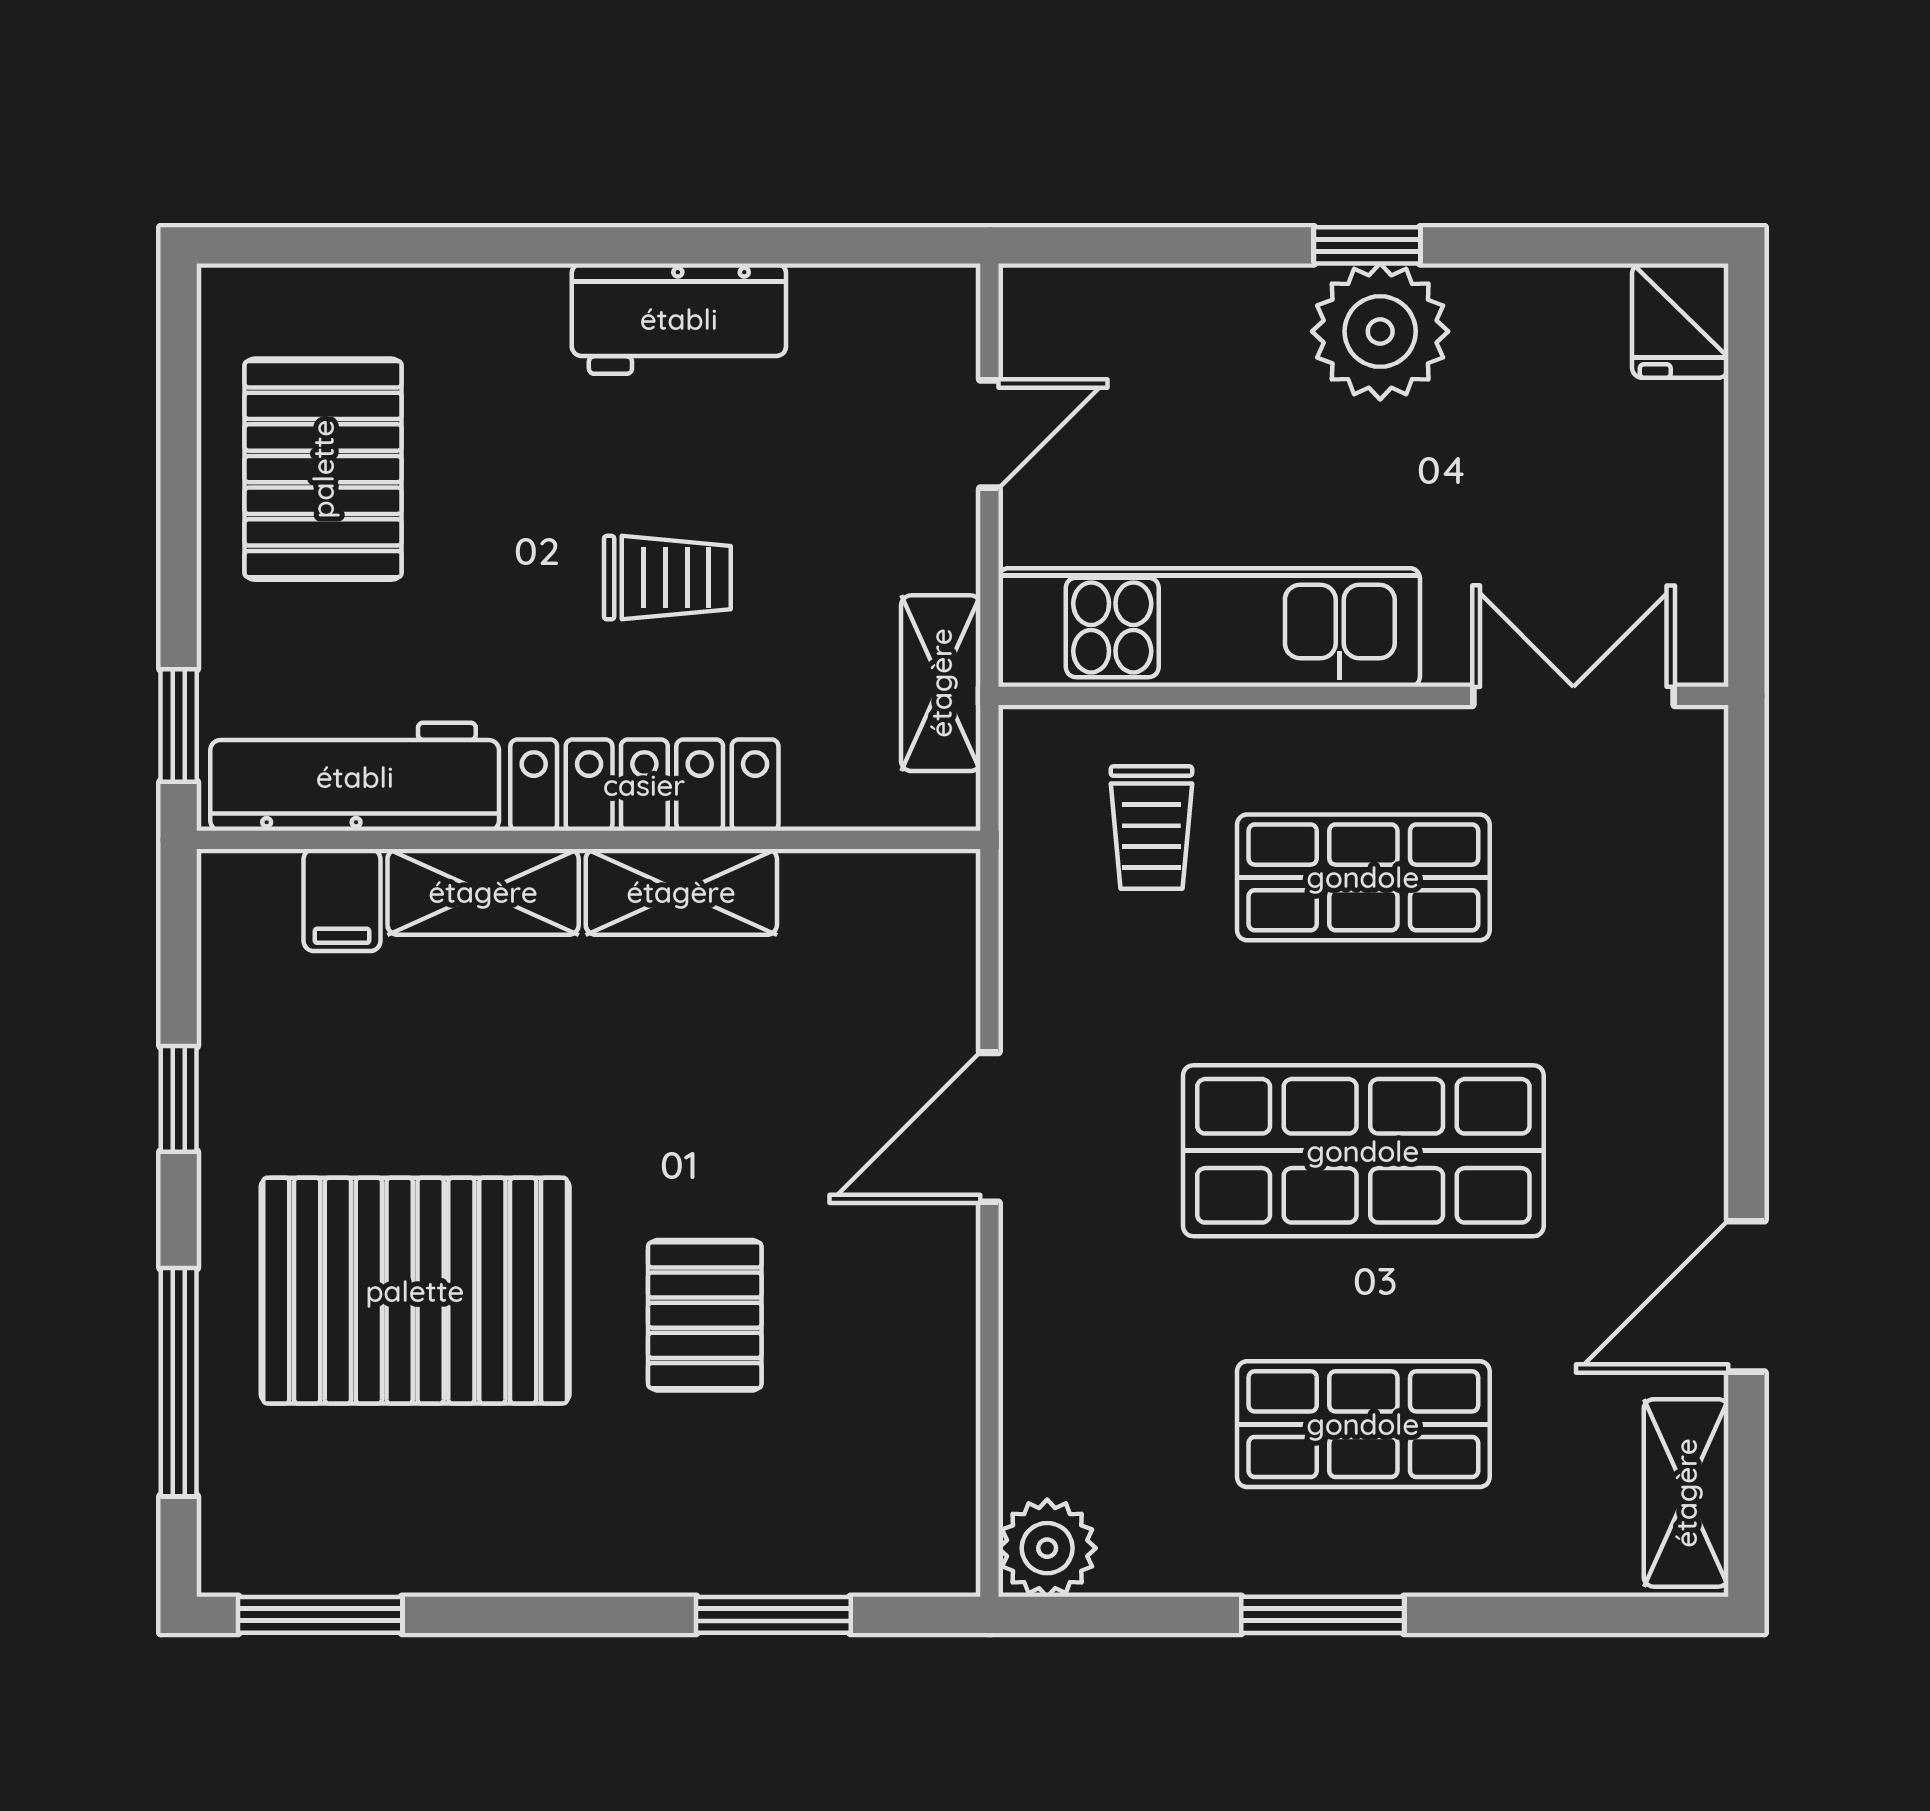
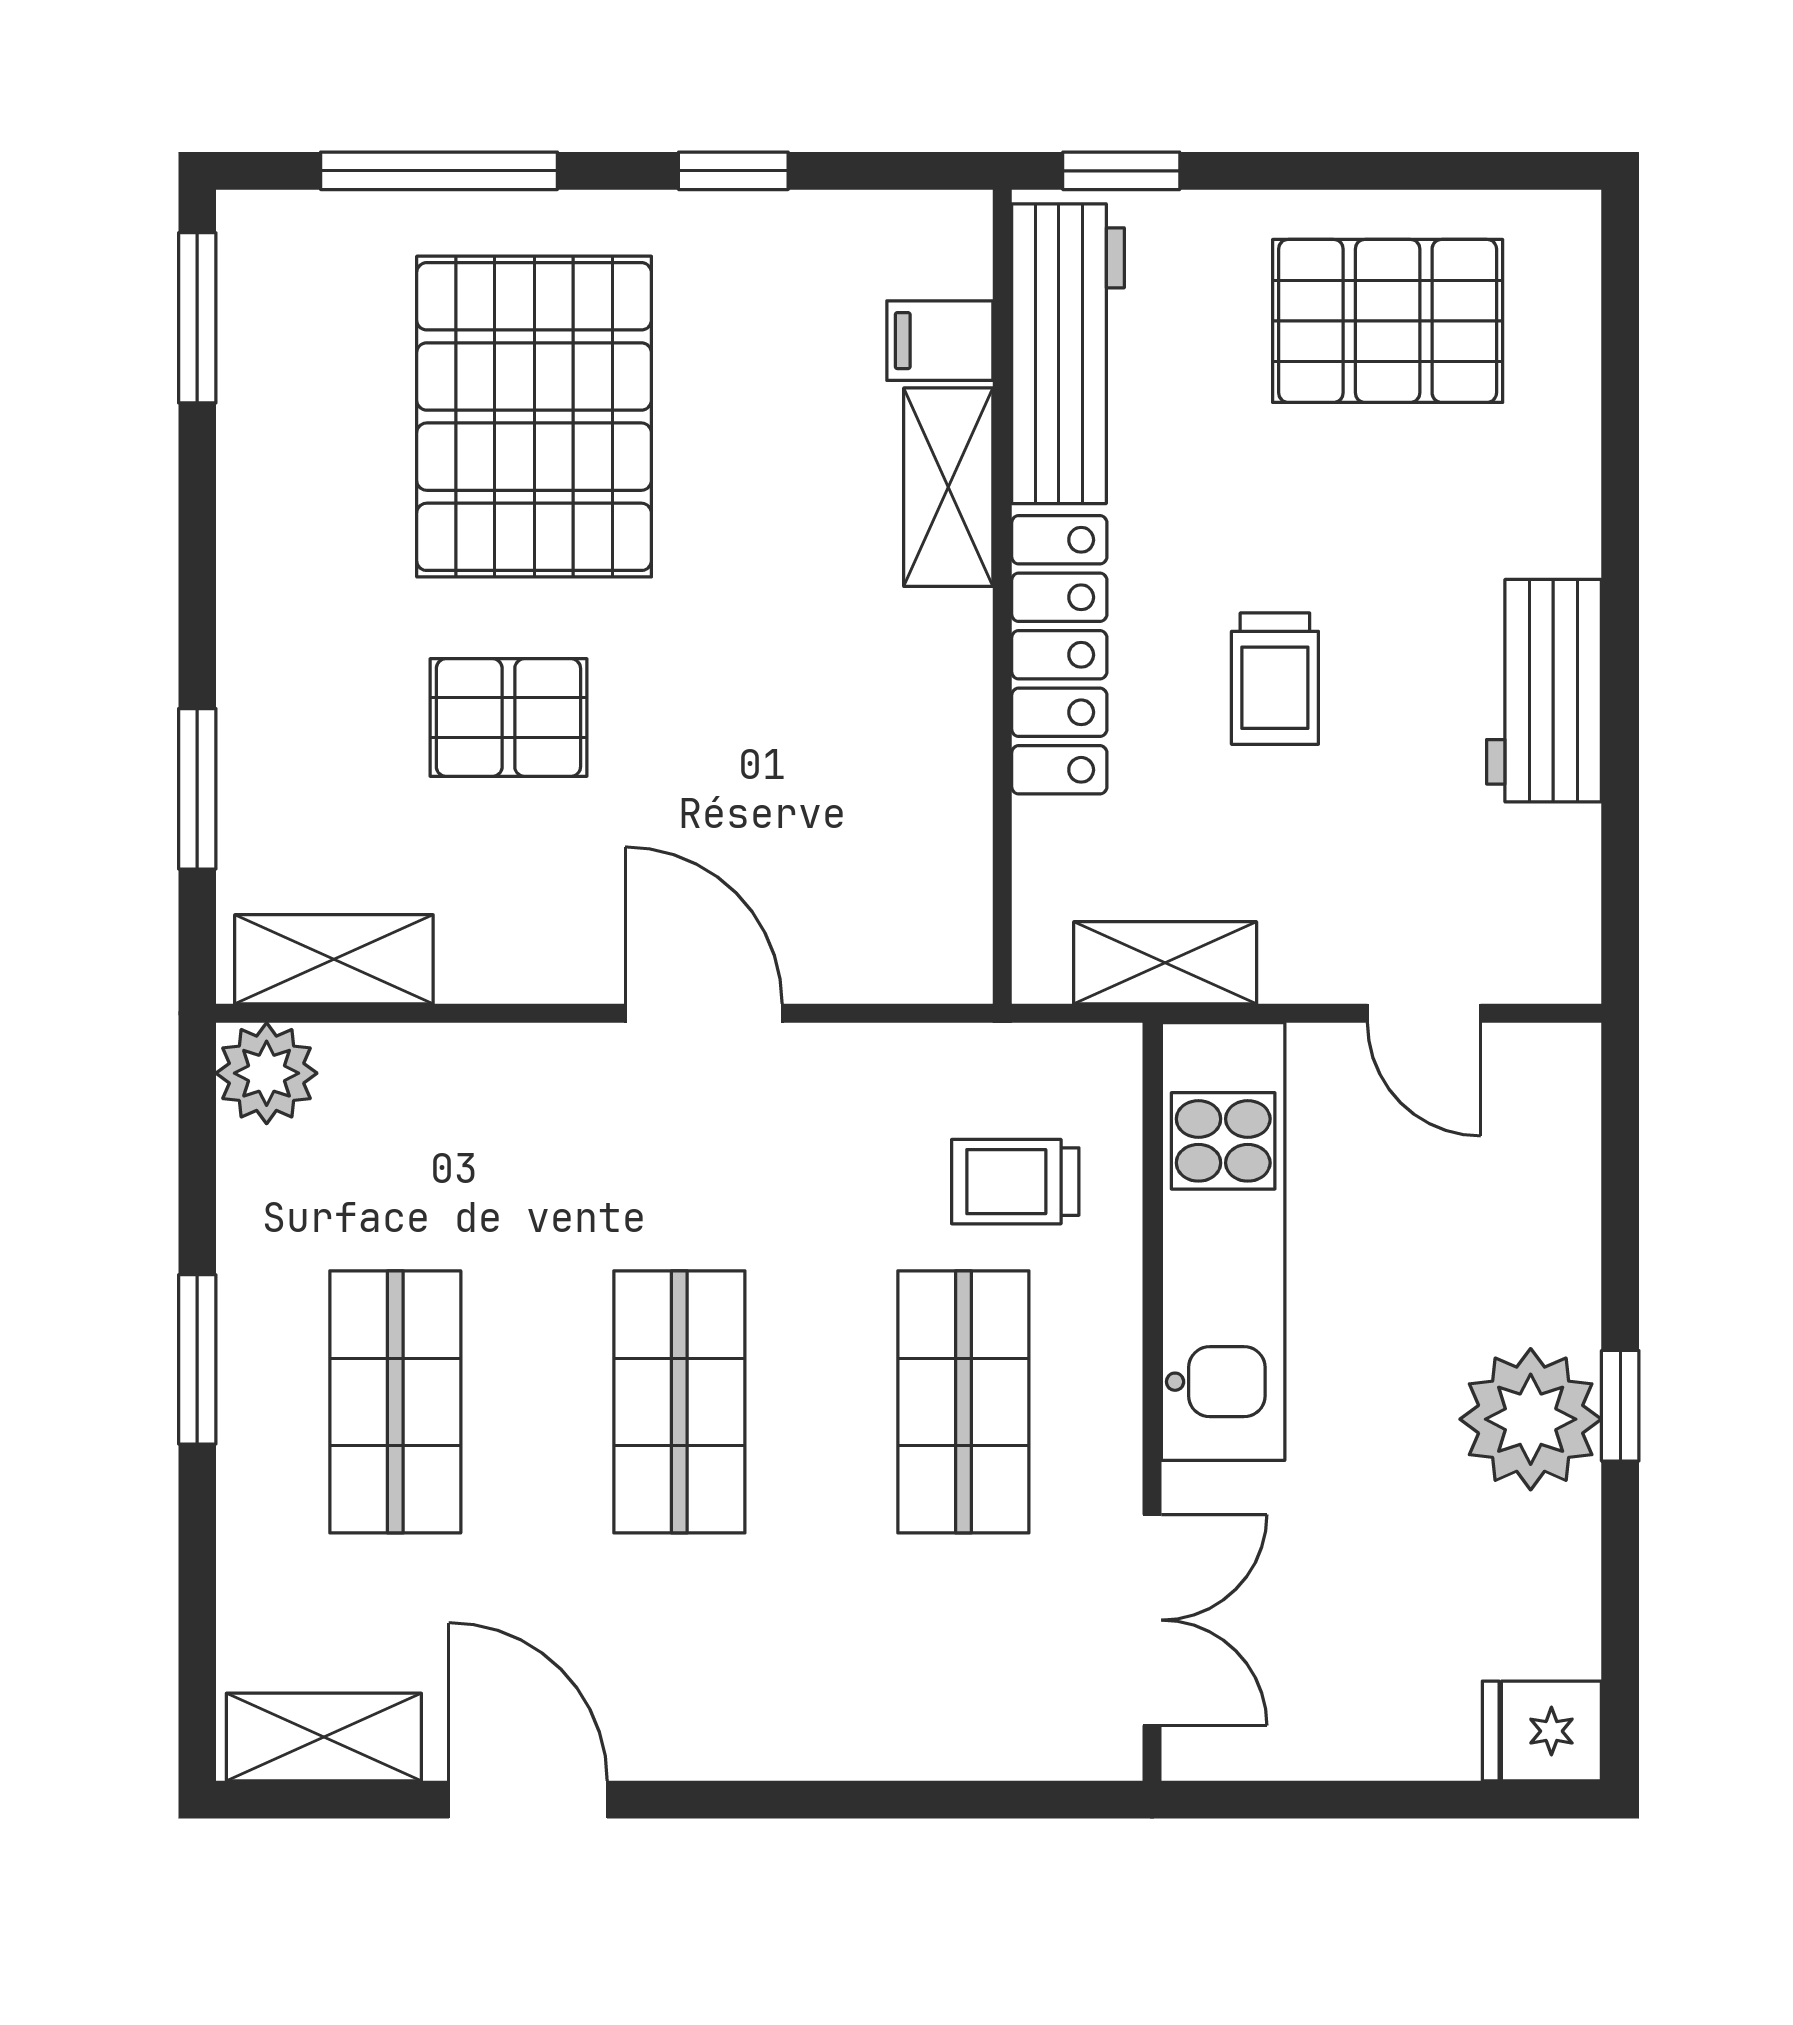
shelving: (681, 892) -> (334, 959), moved, turned 90
shop shelf: (1363, 1151) -> (679, 1402), width x0.70, depth x0.74

